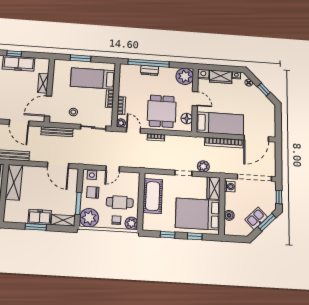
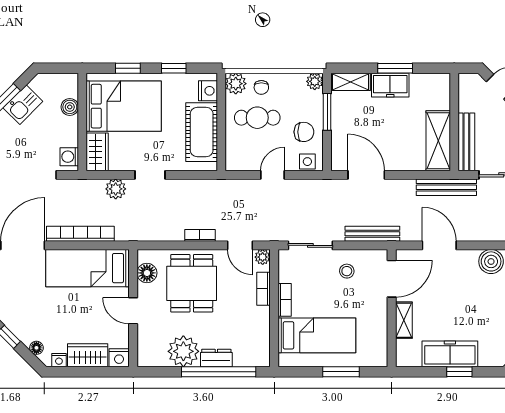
plant: (185, 76) -> (183, 351), moved
plant: (89, 218) -> (315, 81), width x0.53, depth x0.53
nightstand: (148, 220) -> (208, 91), added

